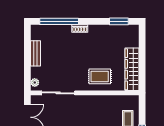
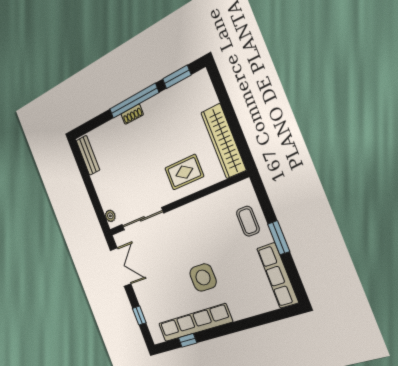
window: (59, 21) -> (134, 101), moved
bench: (35, 53) -> (88, 155), moved

